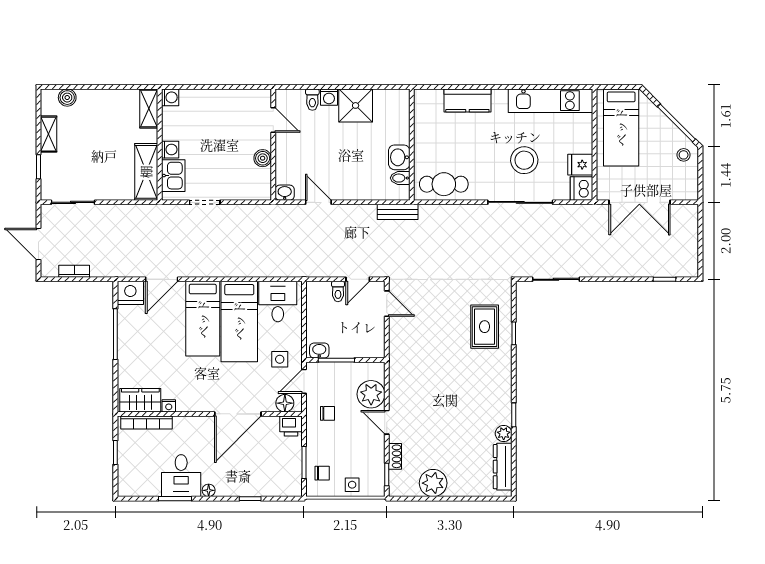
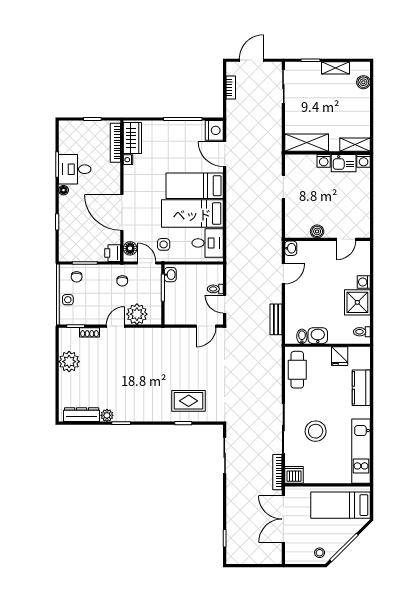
toilet: (312, 100) -> (362, 332), moved
fridge: (580, 165) -> (340, 356), moved, turned 180
kitchen sink: (173, 176) -> (344, 163), moved
bookcase: (578, 210) -> (277, 472), added
bench: (398, 212) -> (276, 319), moved

